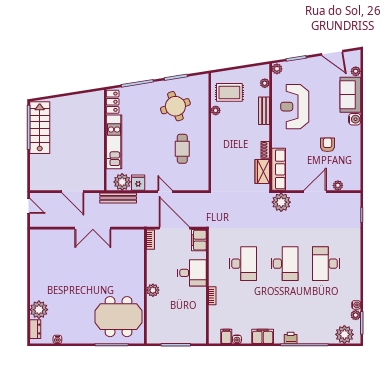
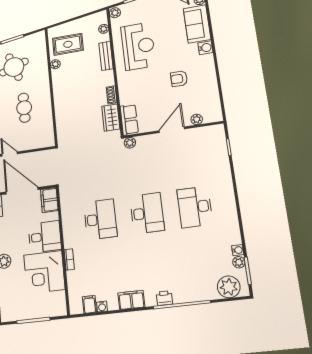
reception desk: (295, 107) -> (138, 46), turned 180
armchair: (328, 145) -> (179, 79), turned -90
row of seats: (279, 169) -> (129, 120), width x0.68
plant: (281, 202) -> (130, 143), width x0.53, depth x0.53
corner desk: (189, 304) -> (44, 272), added

